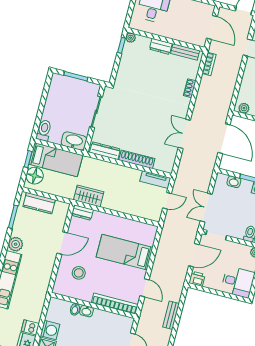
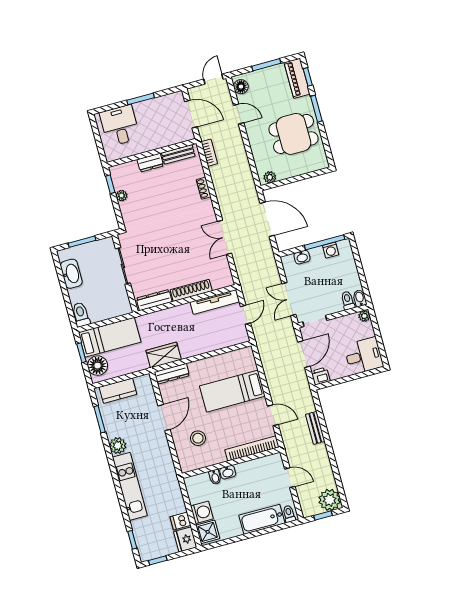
plant: (131, 38) -> (122, 196), moved
washbasin: (74, 141) -> (71, 274), moved, turned 90
tv unit: (155, 180) -> (215, 302), width x1.41
dresser: (82, 212) -> (172, 374), width x1.44

